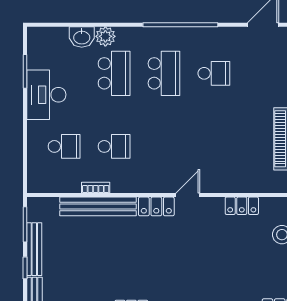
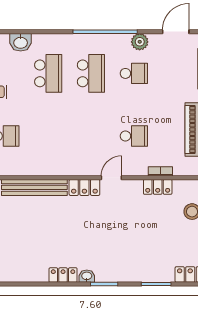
plant: (105, 36) -> (140, 42), moved
school desk: (114, 146) -> (134, 136), moved
bookcase: (96, 188) -> (160, 171), moved

